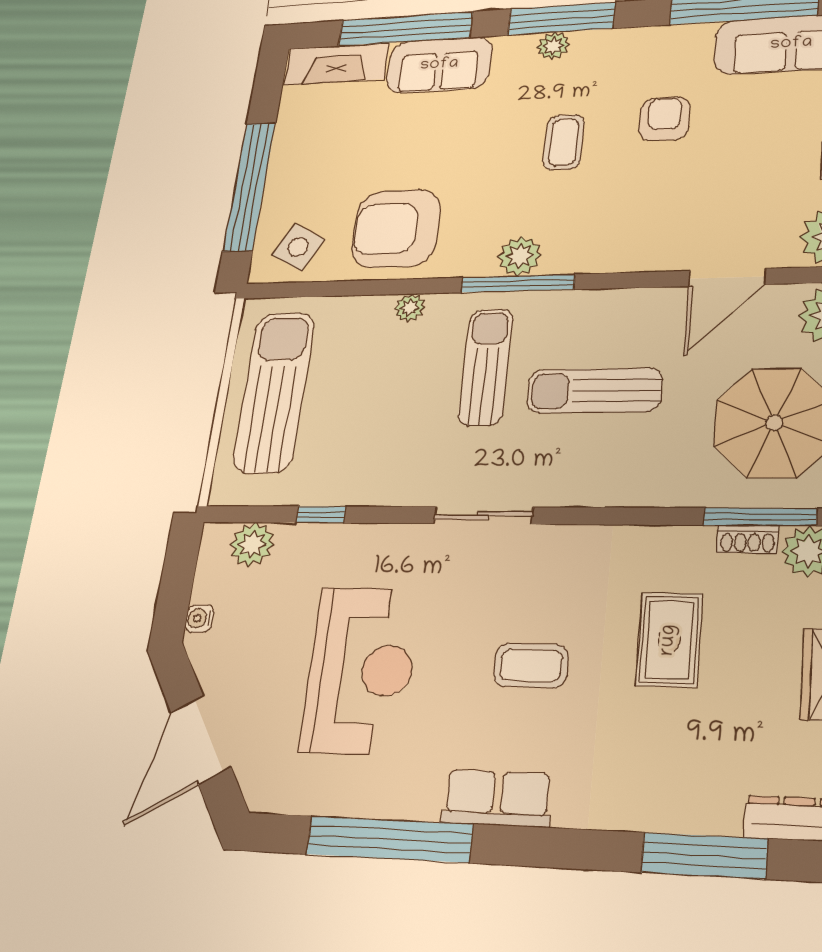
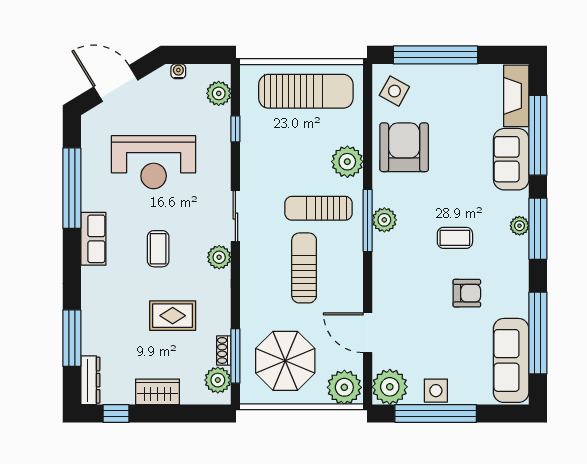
plant: (410, 308) -> (347, 162), width x1.87, depth x1.87
sun lounger: (486, 367) -> (319, 208), turned 180
plant: (559, 547) -> (219, 257), added

